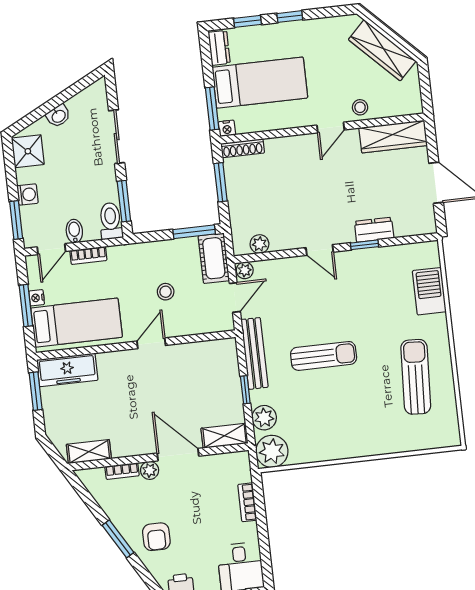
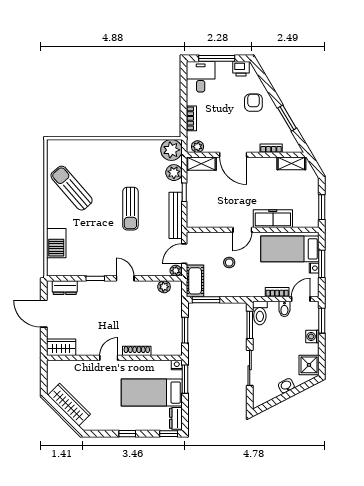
window: (248, 21) -> (169, 434), moved
stool: (360, 107) -> (88, 369), removed
wardrobe: (393, 137) -> (61, 347), width x0.67
shoe rack: (243, 148) -> (137, 351), moved
dresser: (374, 230) -> (65, 288), moved
sun lounger: (324, 356) -> (130, 209), turned -90
freezer: (67, 370) -> (273, 219), moved
sun lounger: (416, 377) -> (72, 188), turned 136
plant: (150, 470) -> (198, 147), moved
window: (118, 539) -> (287, 118), moved

